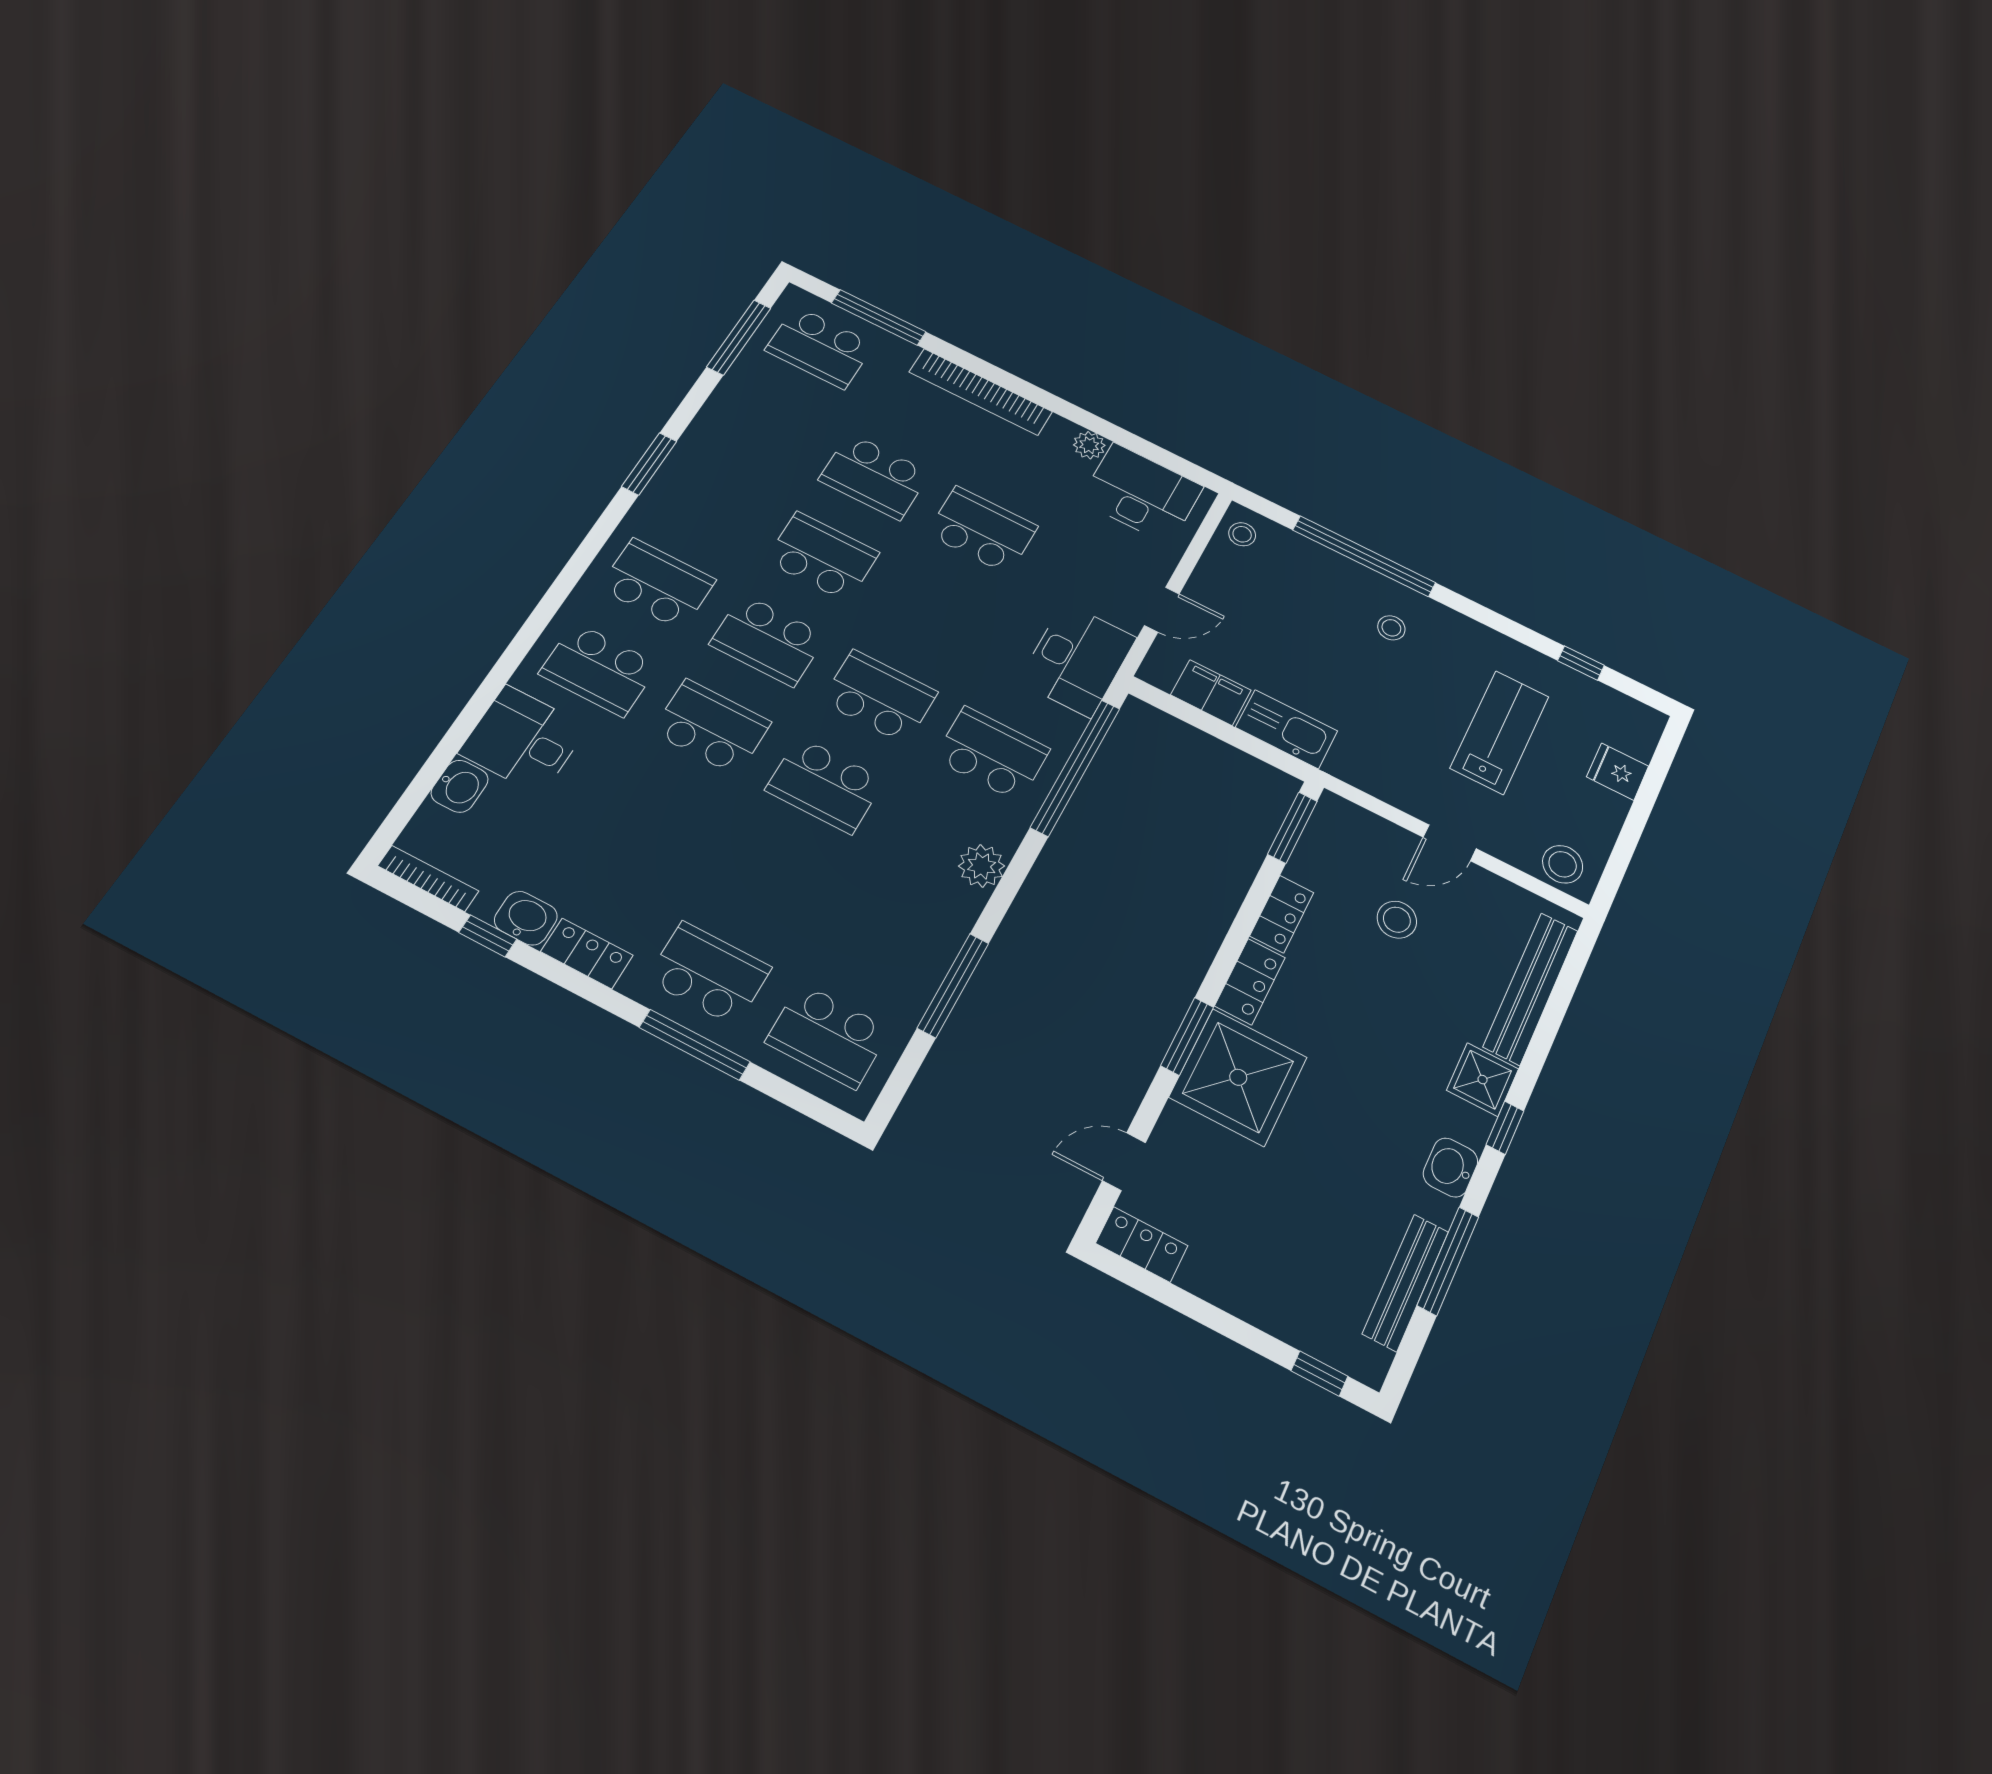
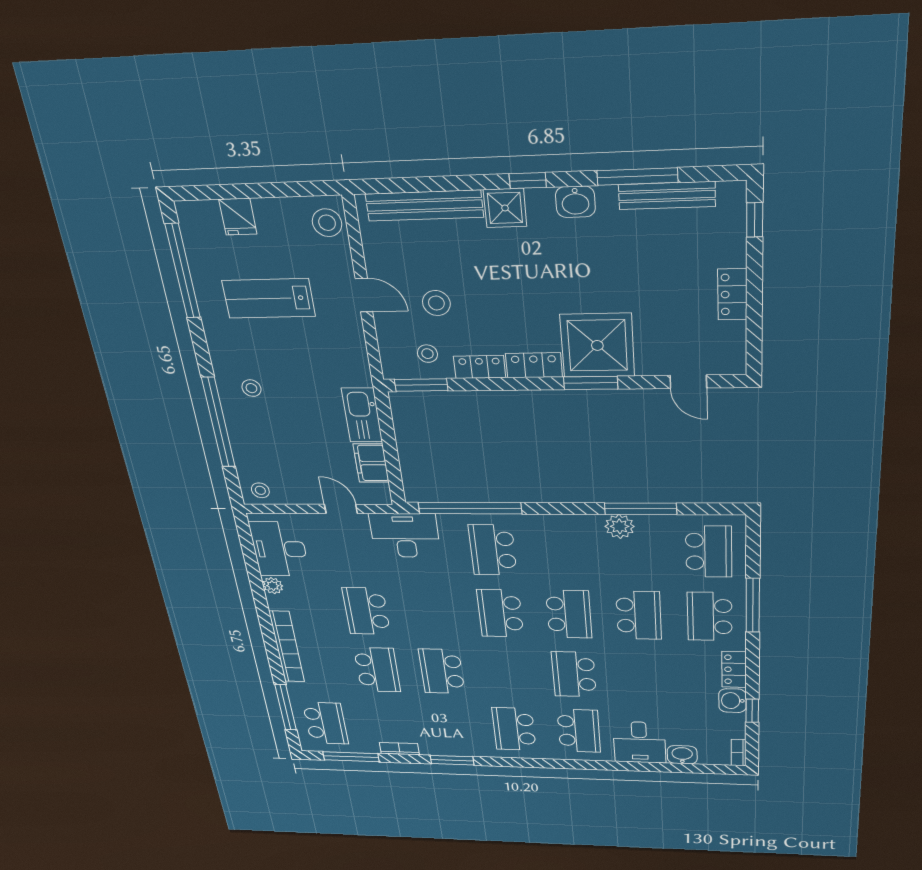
bookcase: (715, 409) -> (399, 749), added
school desk: (768, 640) -> (639, 615), moved
window: (1581, 663) -> (183, 271), width x3.17
stool: (1333, 864) -> (427, 354), added
plant: (982, 866) -> (620, 526), moved
bookcase: (428, 878) -> (739, 753), width x0.64
locker: (1142, 1245) -> (732, 294), moved

